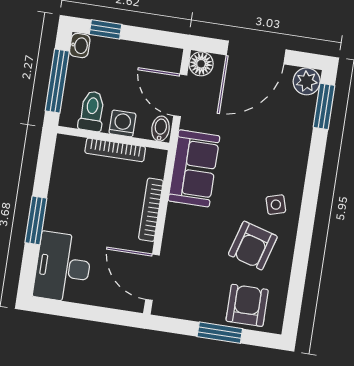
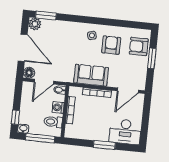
sofa: (194, 168) -> (91, 75), moved
armchair: (253, 246) -> (111, 45), turned -106

